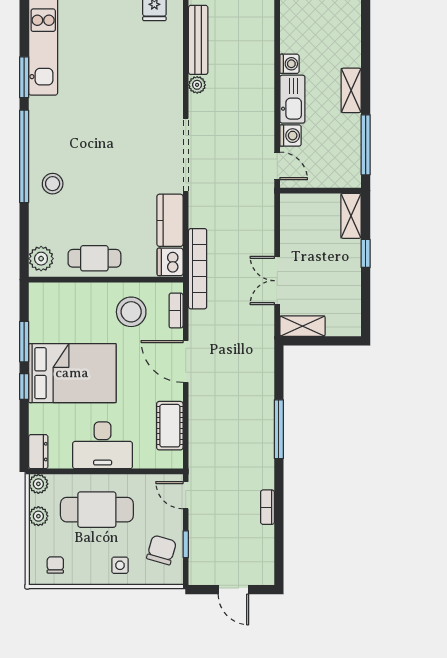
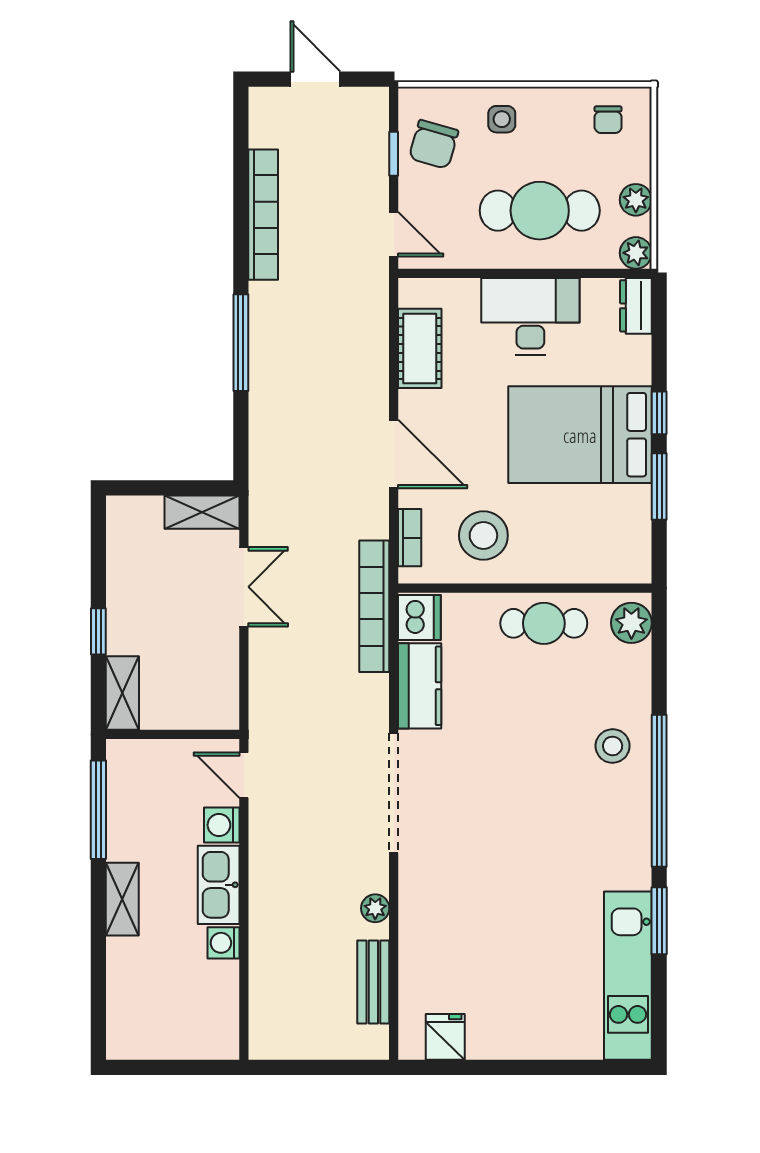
bench: (198, 40) -> (373, 982), width x0.73
bookcase: (267, 507) -> (263, 215), width x2.31, depth x1.31

